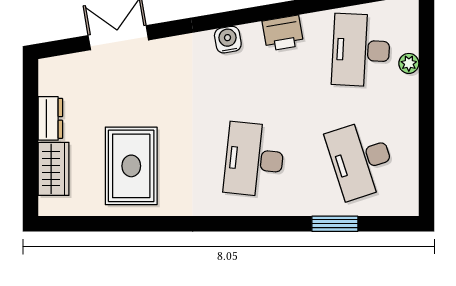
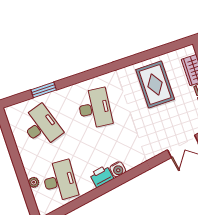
water cooler: (228, 40) -> (118, 169), moved

